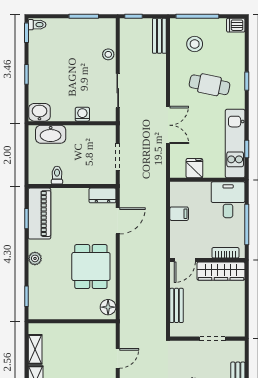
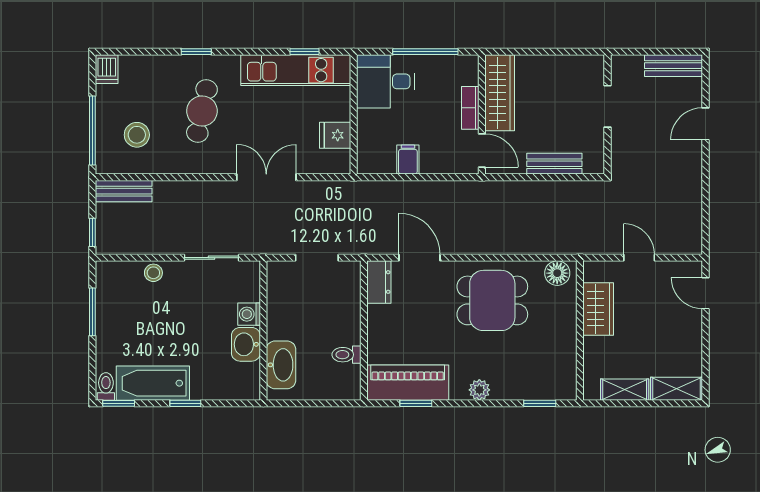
bathtub: (39, 54) -> (153, 383), added
washbasin: (39, 112) -> (246, 344), moved
bookcase: (225, 253) -> (470, 108), moved
wardrobe: (86, 333) -> (598, 309), added

